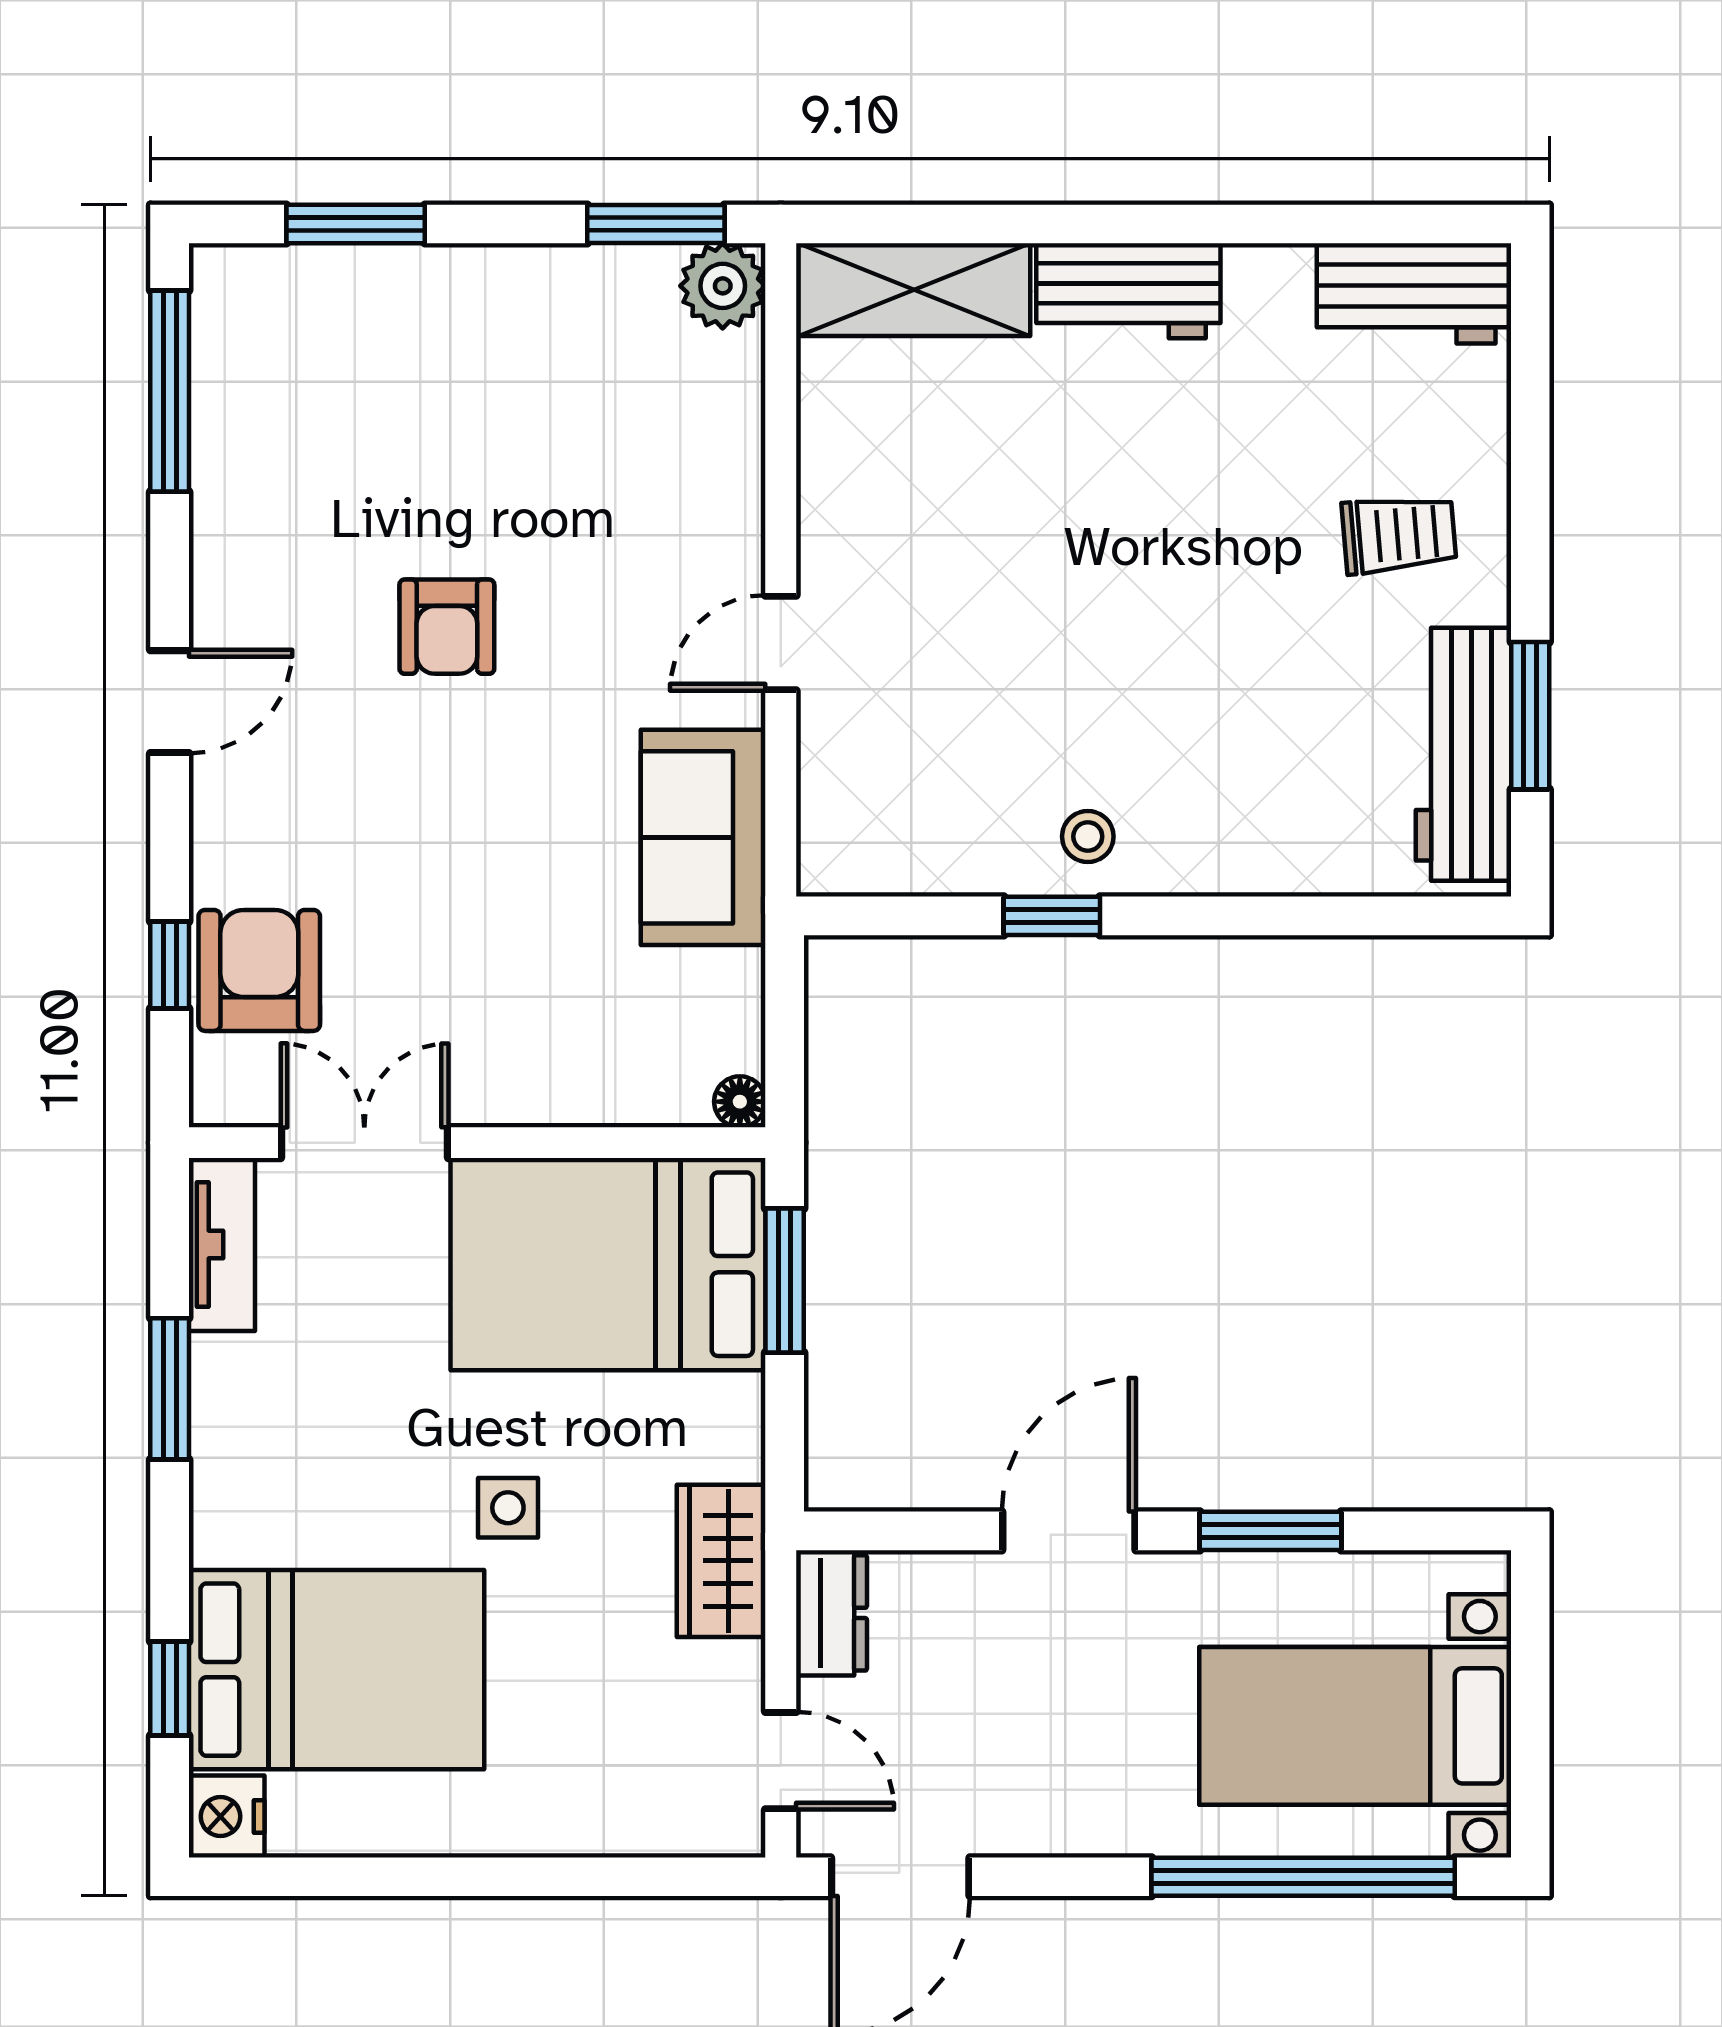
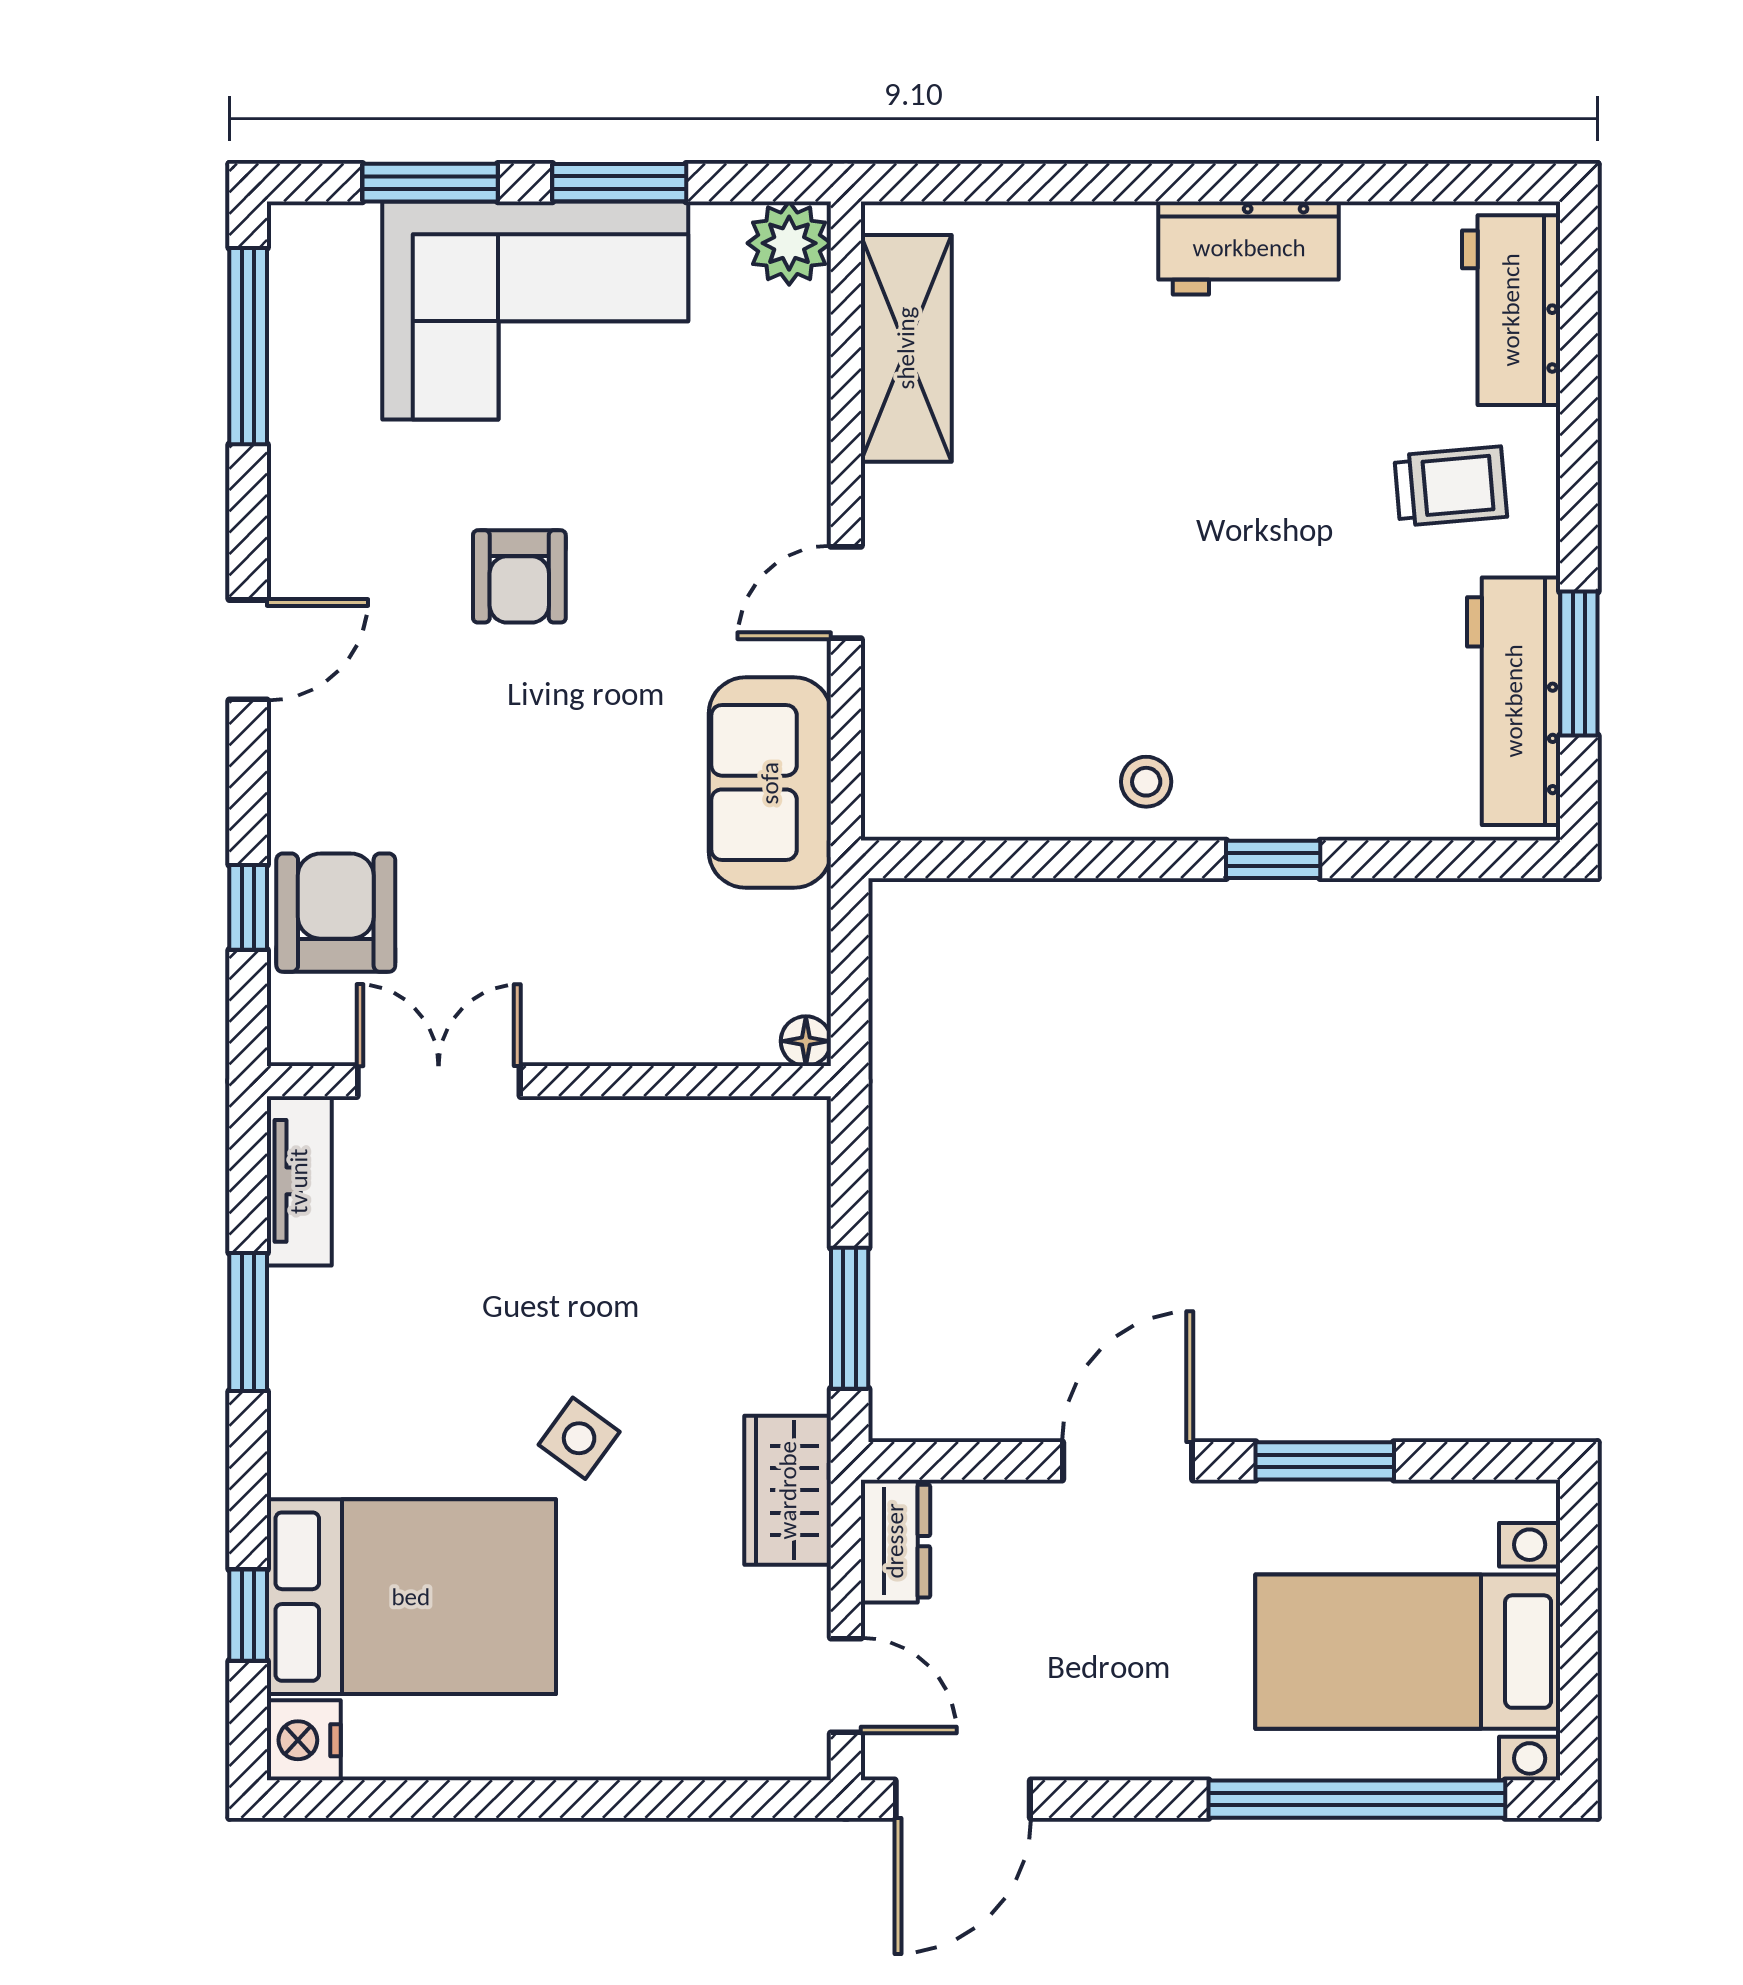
window: (656, 224) -> (619, 183), moved
shelving: (914, 290) -> (906, 348), moved, turned 90
workbench: (1128, 291) -> (1249, 248), moved
workbench: (1414, 293) -> (1511, 310), moved, turned 90
corner sofa: (463, 355) -> (535, 311), added
window: (1052, 916) -> (1273, 859), moved
bed: (608, 1264) -> (677, 1200), removed
window: (785, 1280) -> (850, 1318), moved
side table: (508, 1508) -> (579, 1438), turned 36

